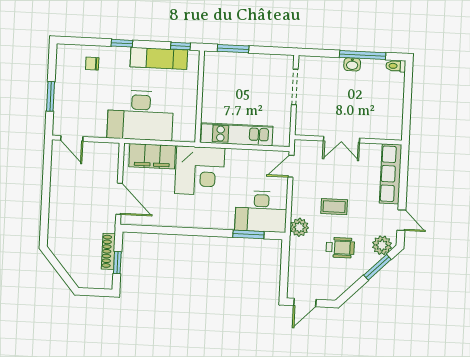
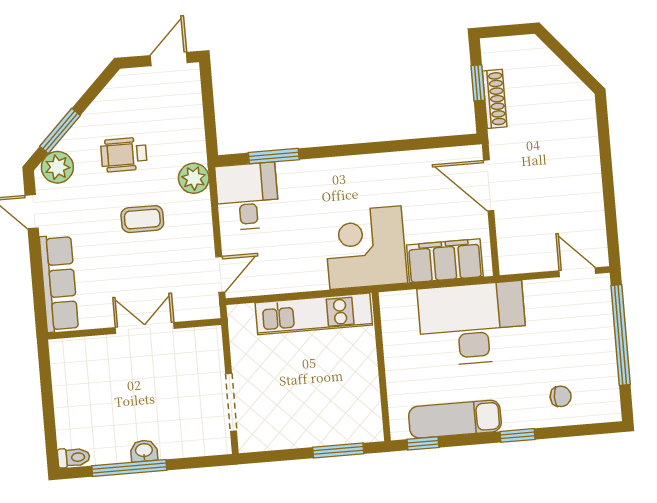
window: (51, 96) -> (621, 335), width x2.11
desk: (261, 212) -> (247, 196), width x0.73

